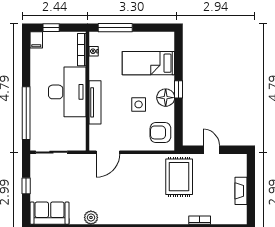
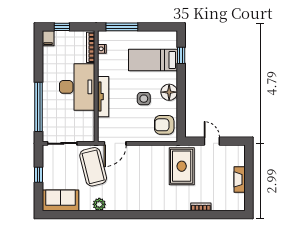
window: (178, 89) -> (181, 55), moved
coffee table: (84, 177) -> (93, 167), added

